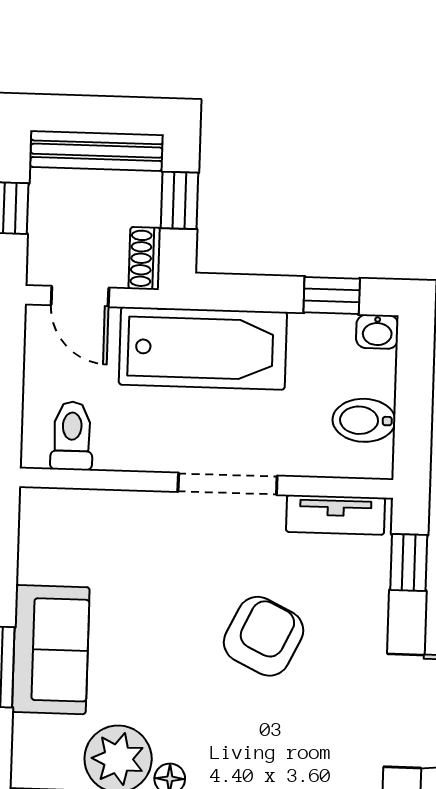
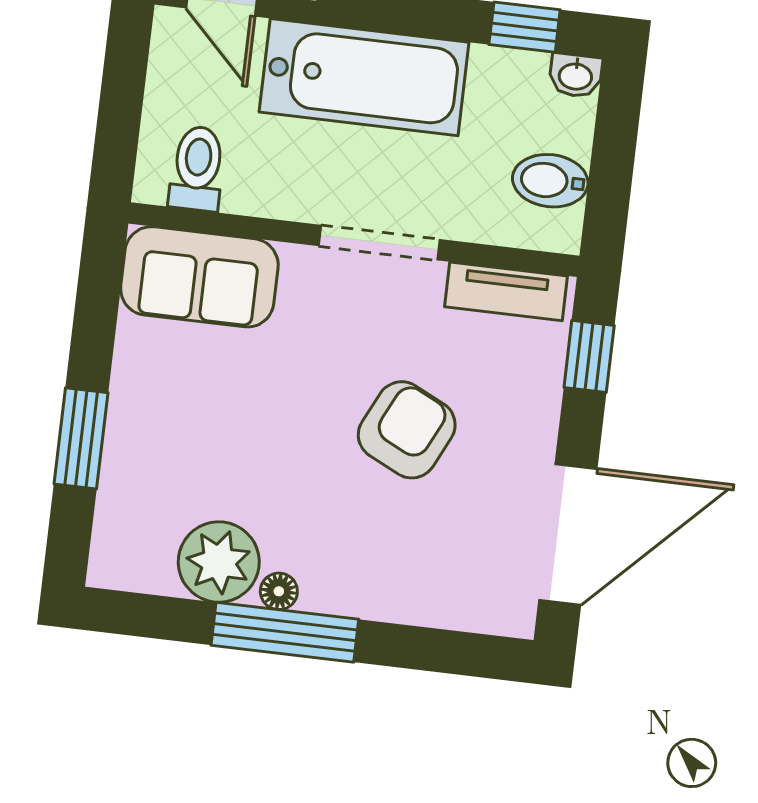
sofa: (51, 650) -> (199, 277), moved, turned 90

